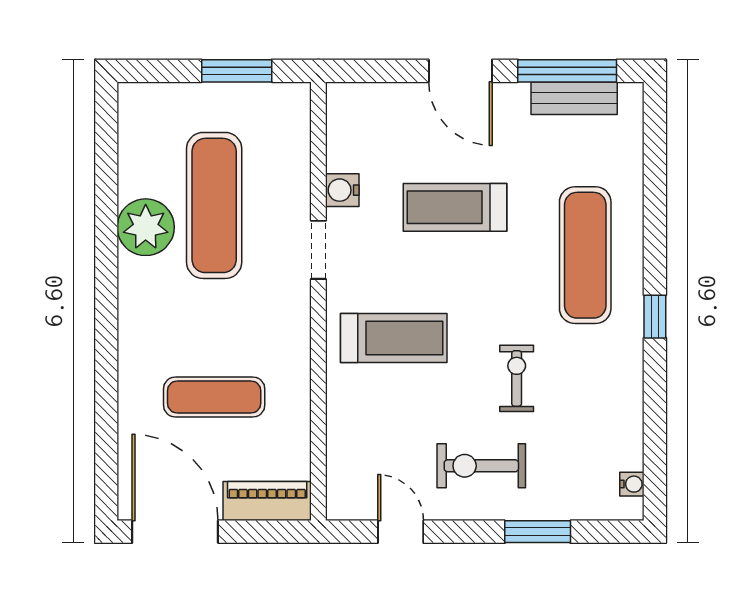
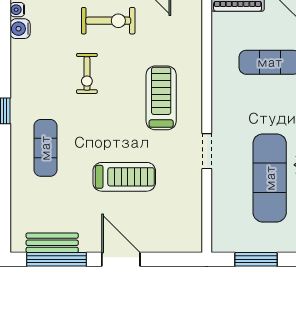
water cooler: (342, 190) -> (20, 29), moved, turned 180
exercise mat: (585, 255) -> (45, 148), width x0.73, depth x0.69
treadmill: (394, 338) -> (161, 98), turned 90

